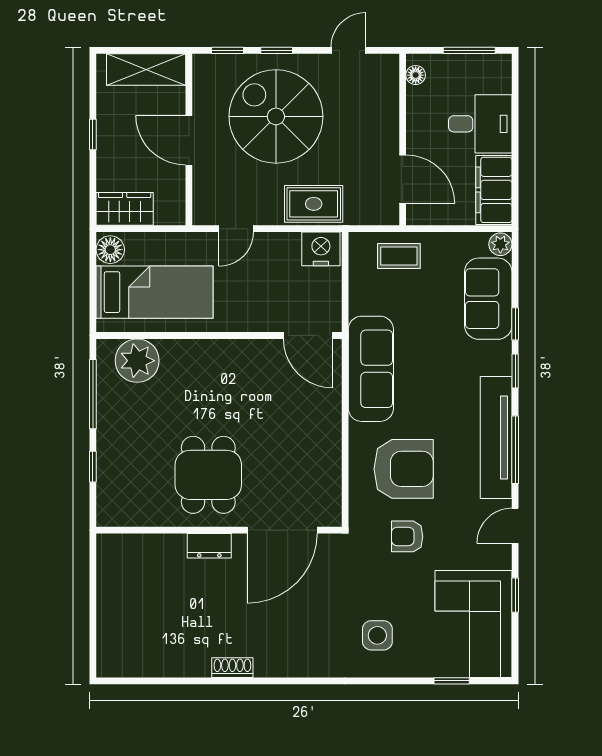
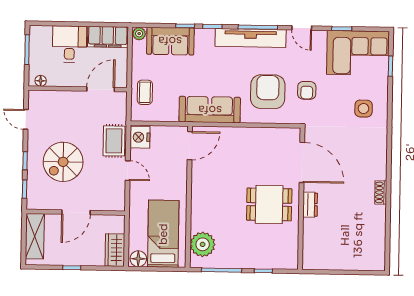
spiral stairs: (276, 116) -> (63, 162), width x0.73, depth x0.73
door: (236, 229) -> (128, 171), moved

